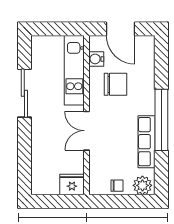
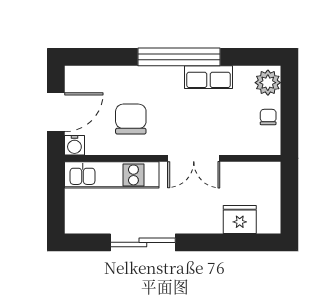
water cooler: (96, 59) -> (74, 145), moved
row of seats: (147, 142) -> (209, 77), width x0.68
fridge: (72, 184) -> (240, 220), moved, turned 90

